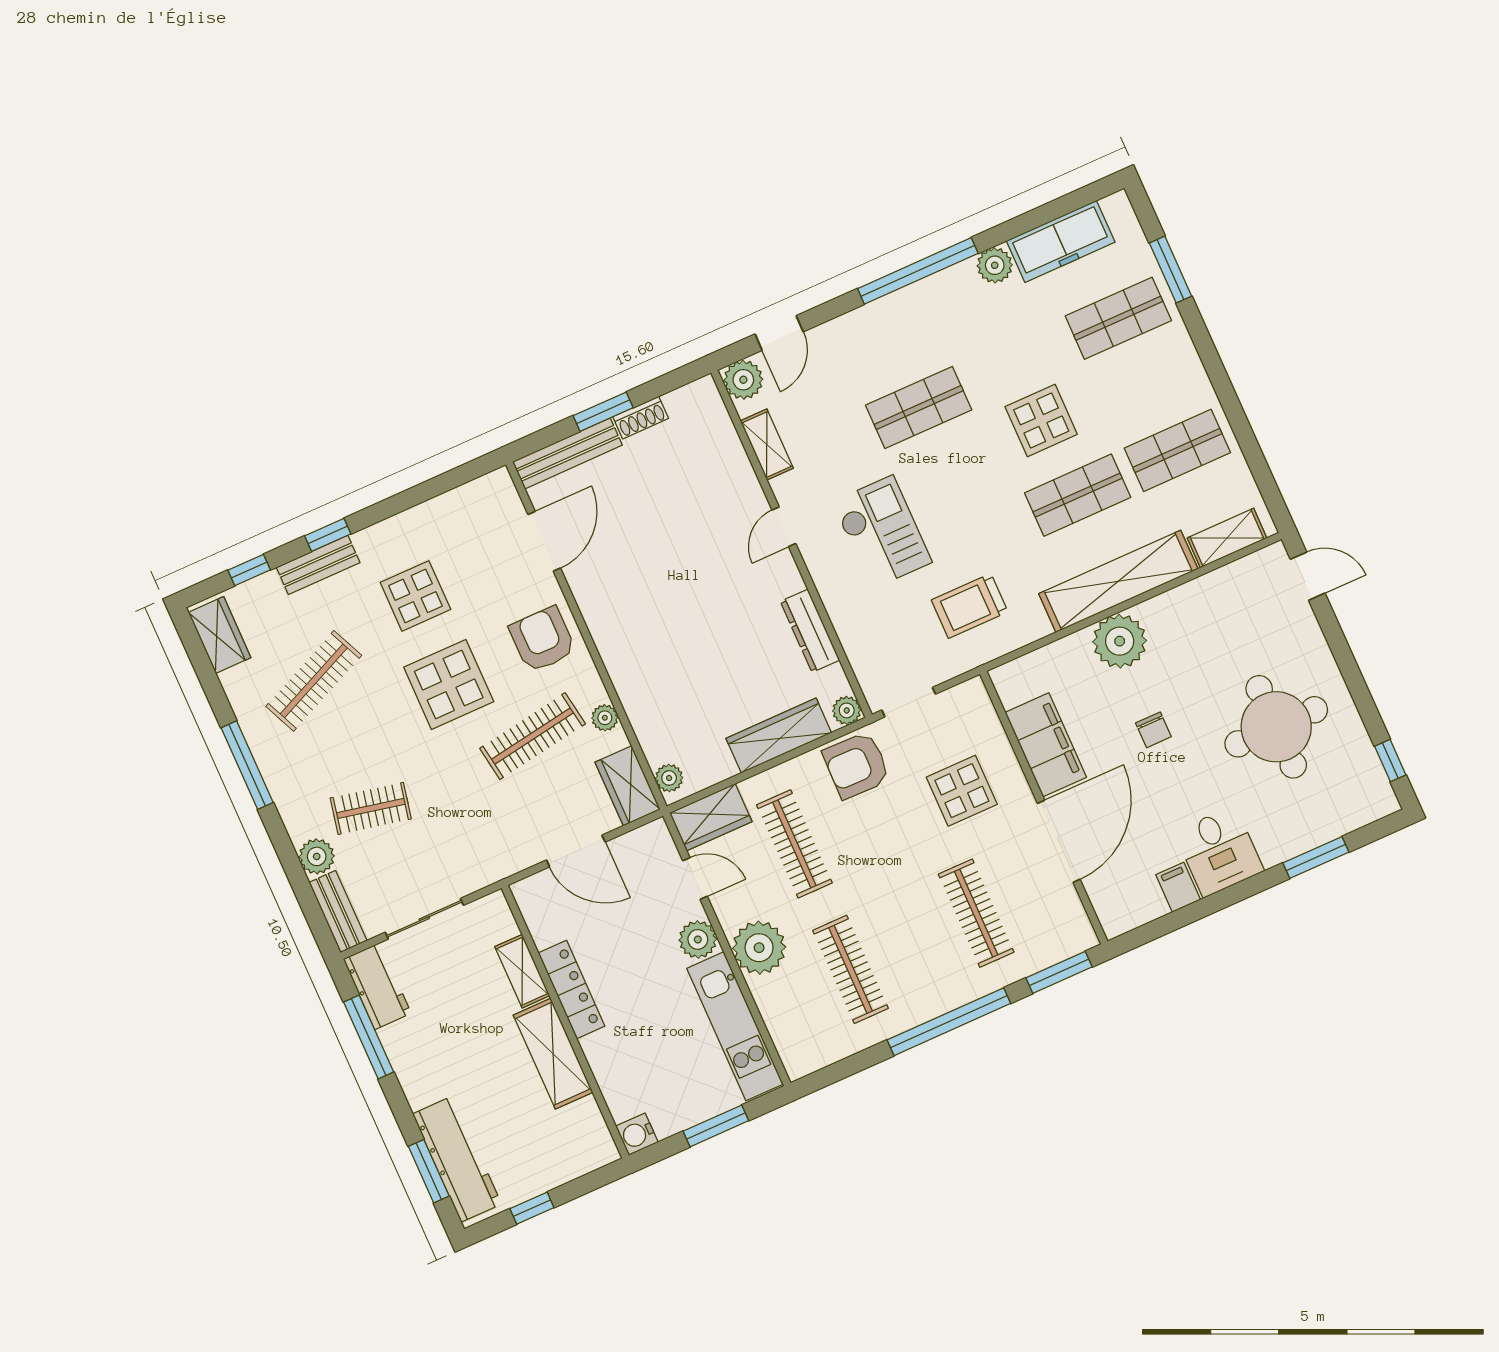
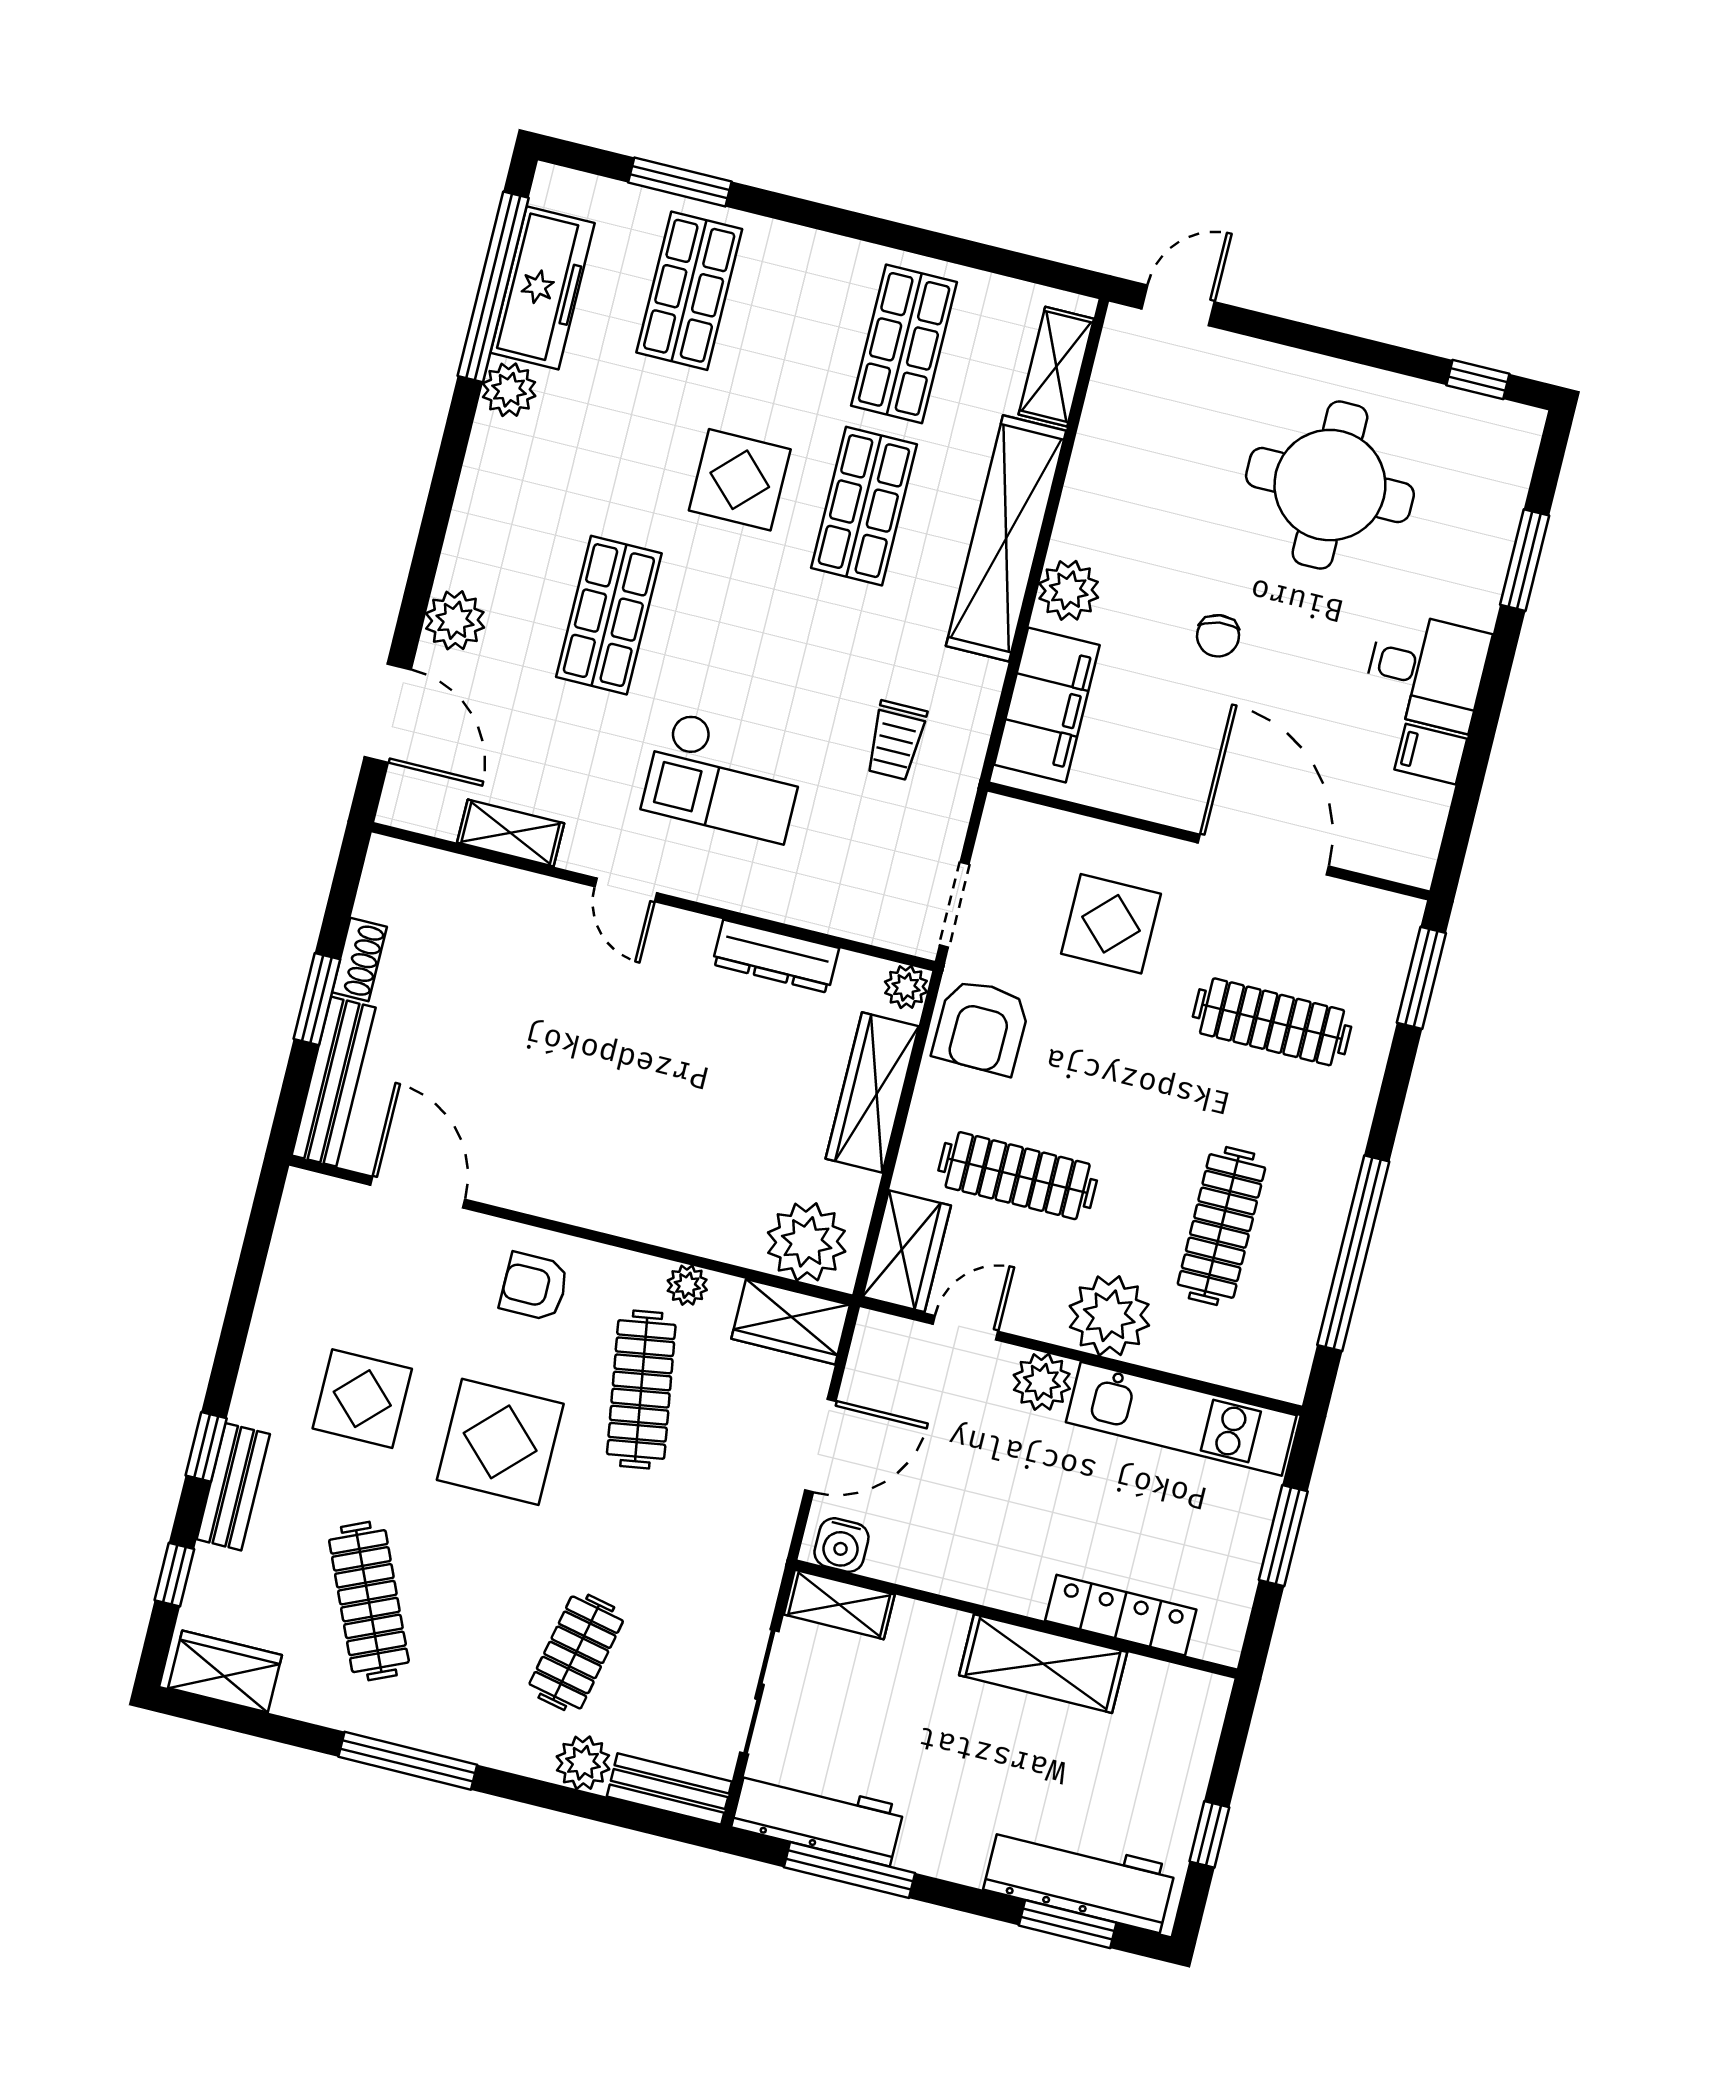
window: (918, 271) -> (493, 287), moved
door: (779, 333) -> (388, 713), width x1.38
plant: (743, 380) -> (455, 620), moved
checkout: (882, 532) -> (724, 777), turned 180
trolley: (970, 606) -> (896, 740), width x0.73, depth x0.72
armchair: (542, 639) -> (534, 1287), width x0.72, depth x0.72
plant: (1120, 641) -> (1069, 590), width x0.73, depth x0.73
chair: (1153, 730) -> (1218, 636), turned 82
filing cabinet: (1046, 745) -> (1047, 705), moved, turned 90
plant: (669, 778) -> (807, 1242), width x1.88, depth x1.88
clothes rail: (851, 969) -> (1221, 1226), turned 90
shelving: (522, 971) -> (839, 1605), moved
workbench: (377, 986) -> (818, 1817), width x1.38
locker: (572, 990) -> (1121, 1615), moved
window: (949, 1022) -> (1353, 1253), moved
water cooler: (637, 1134) -> (841, 1545), moved

